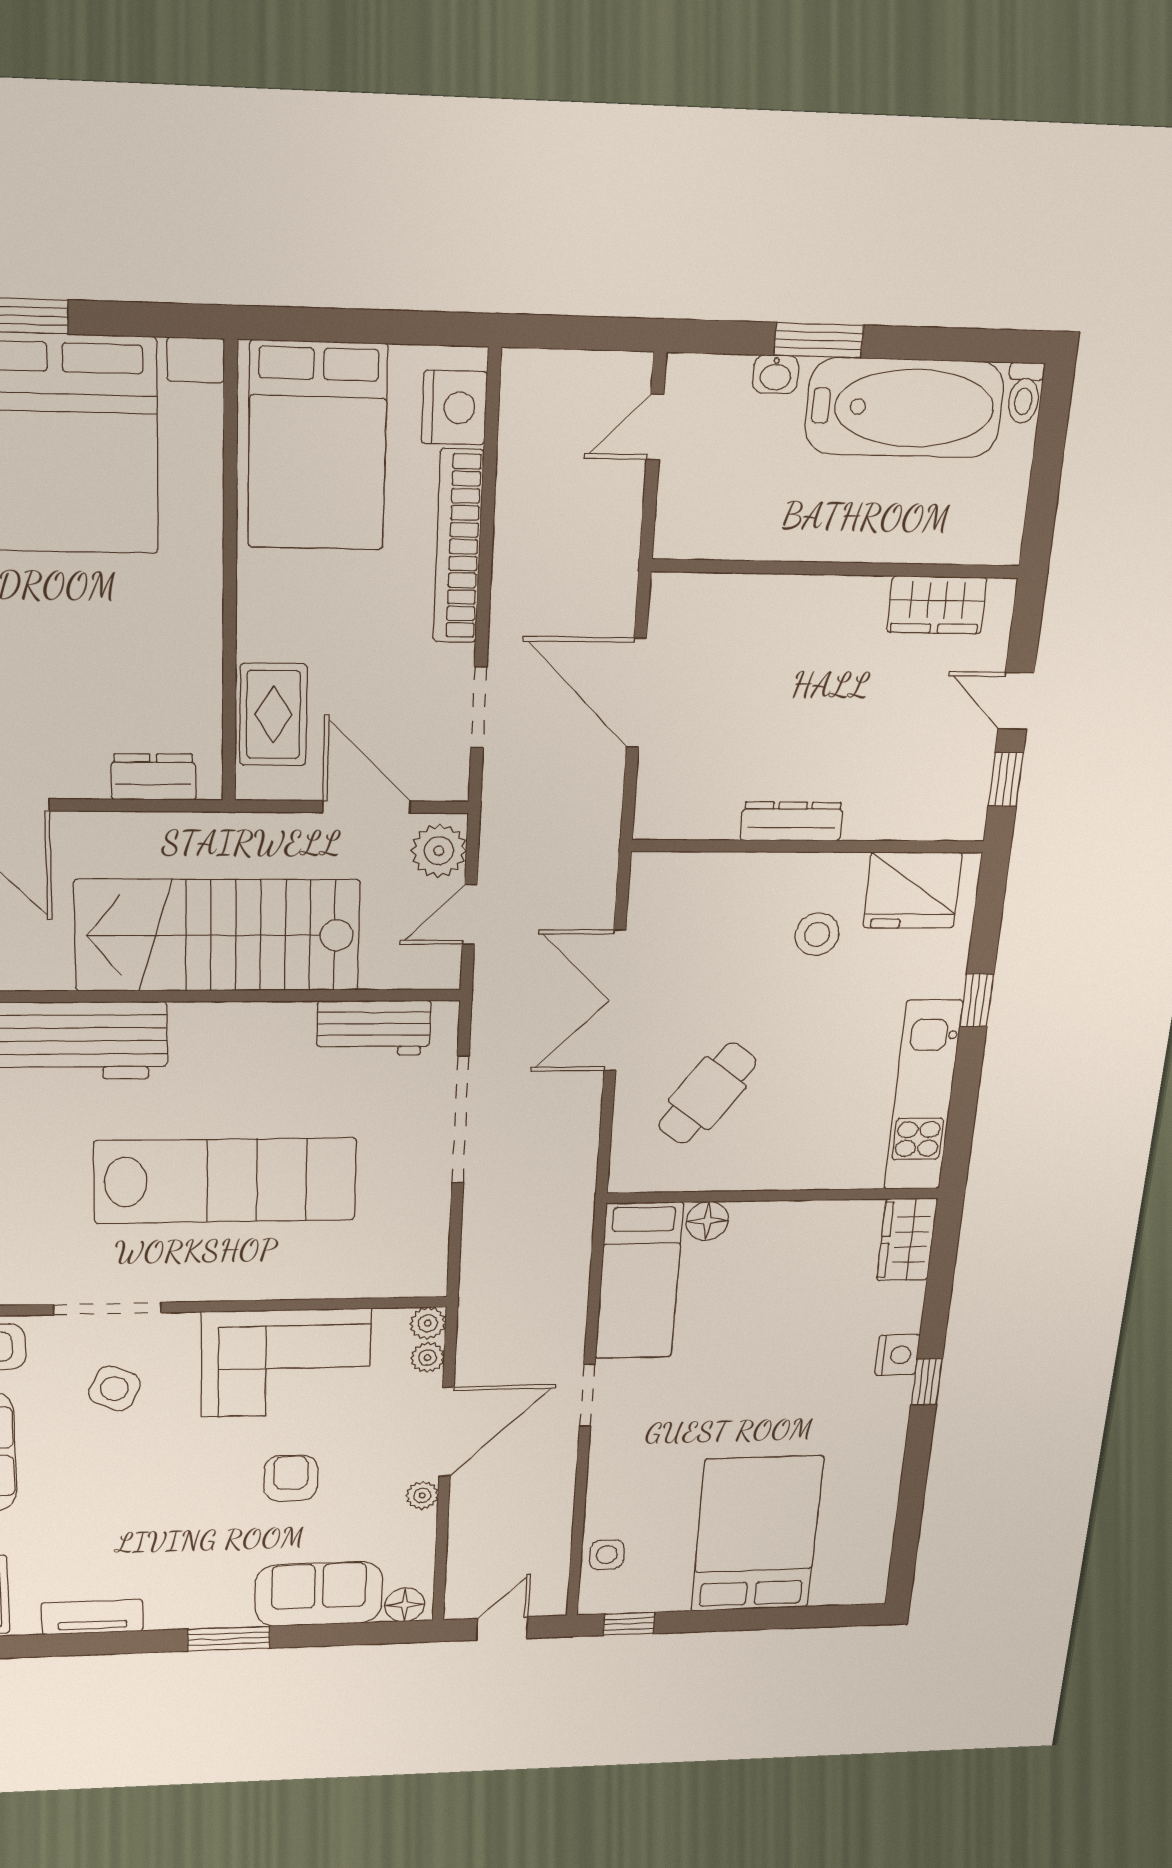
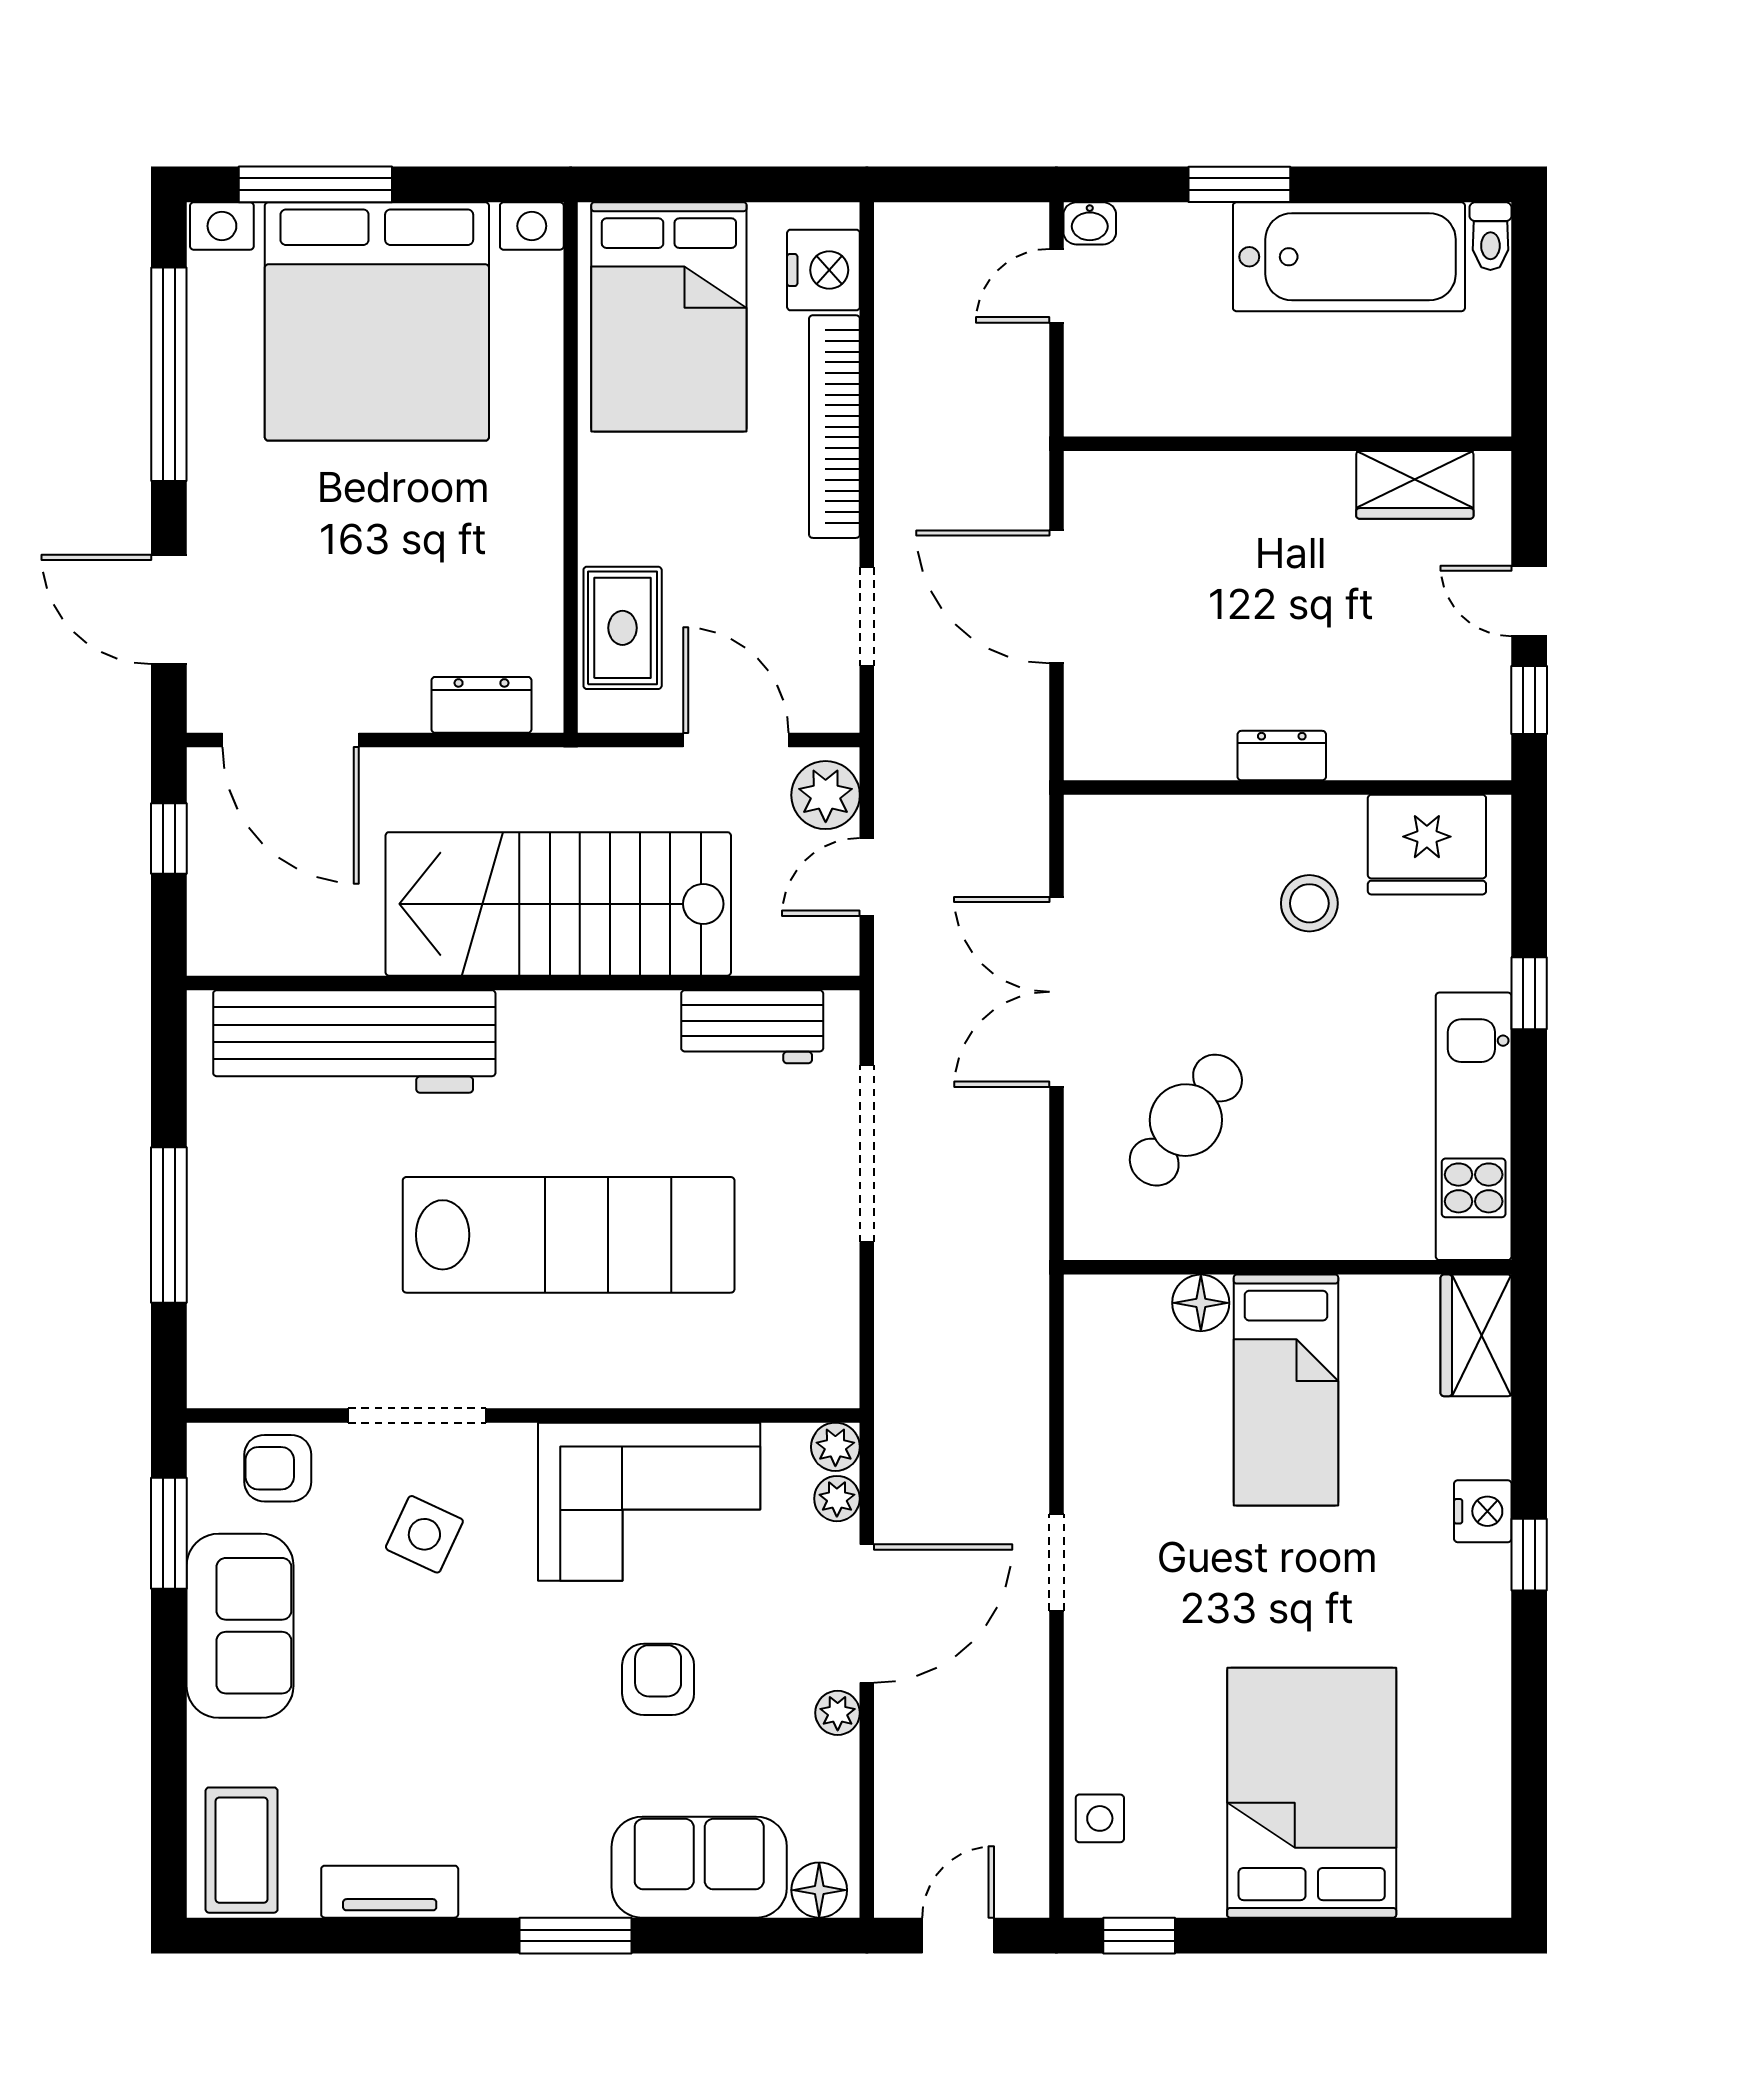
washbasin: (776, 374) -> (1090, 223), moved
dresser: (792, 821) -> (1282, 756), width x0.70
bed: (639, 1281) -> (1286, 1390), moved

